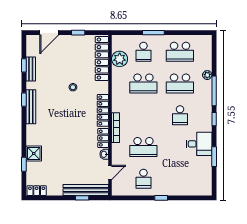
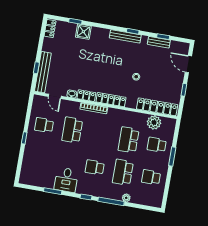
school desk: (180, 52) -> (151, 177), width x0.54

